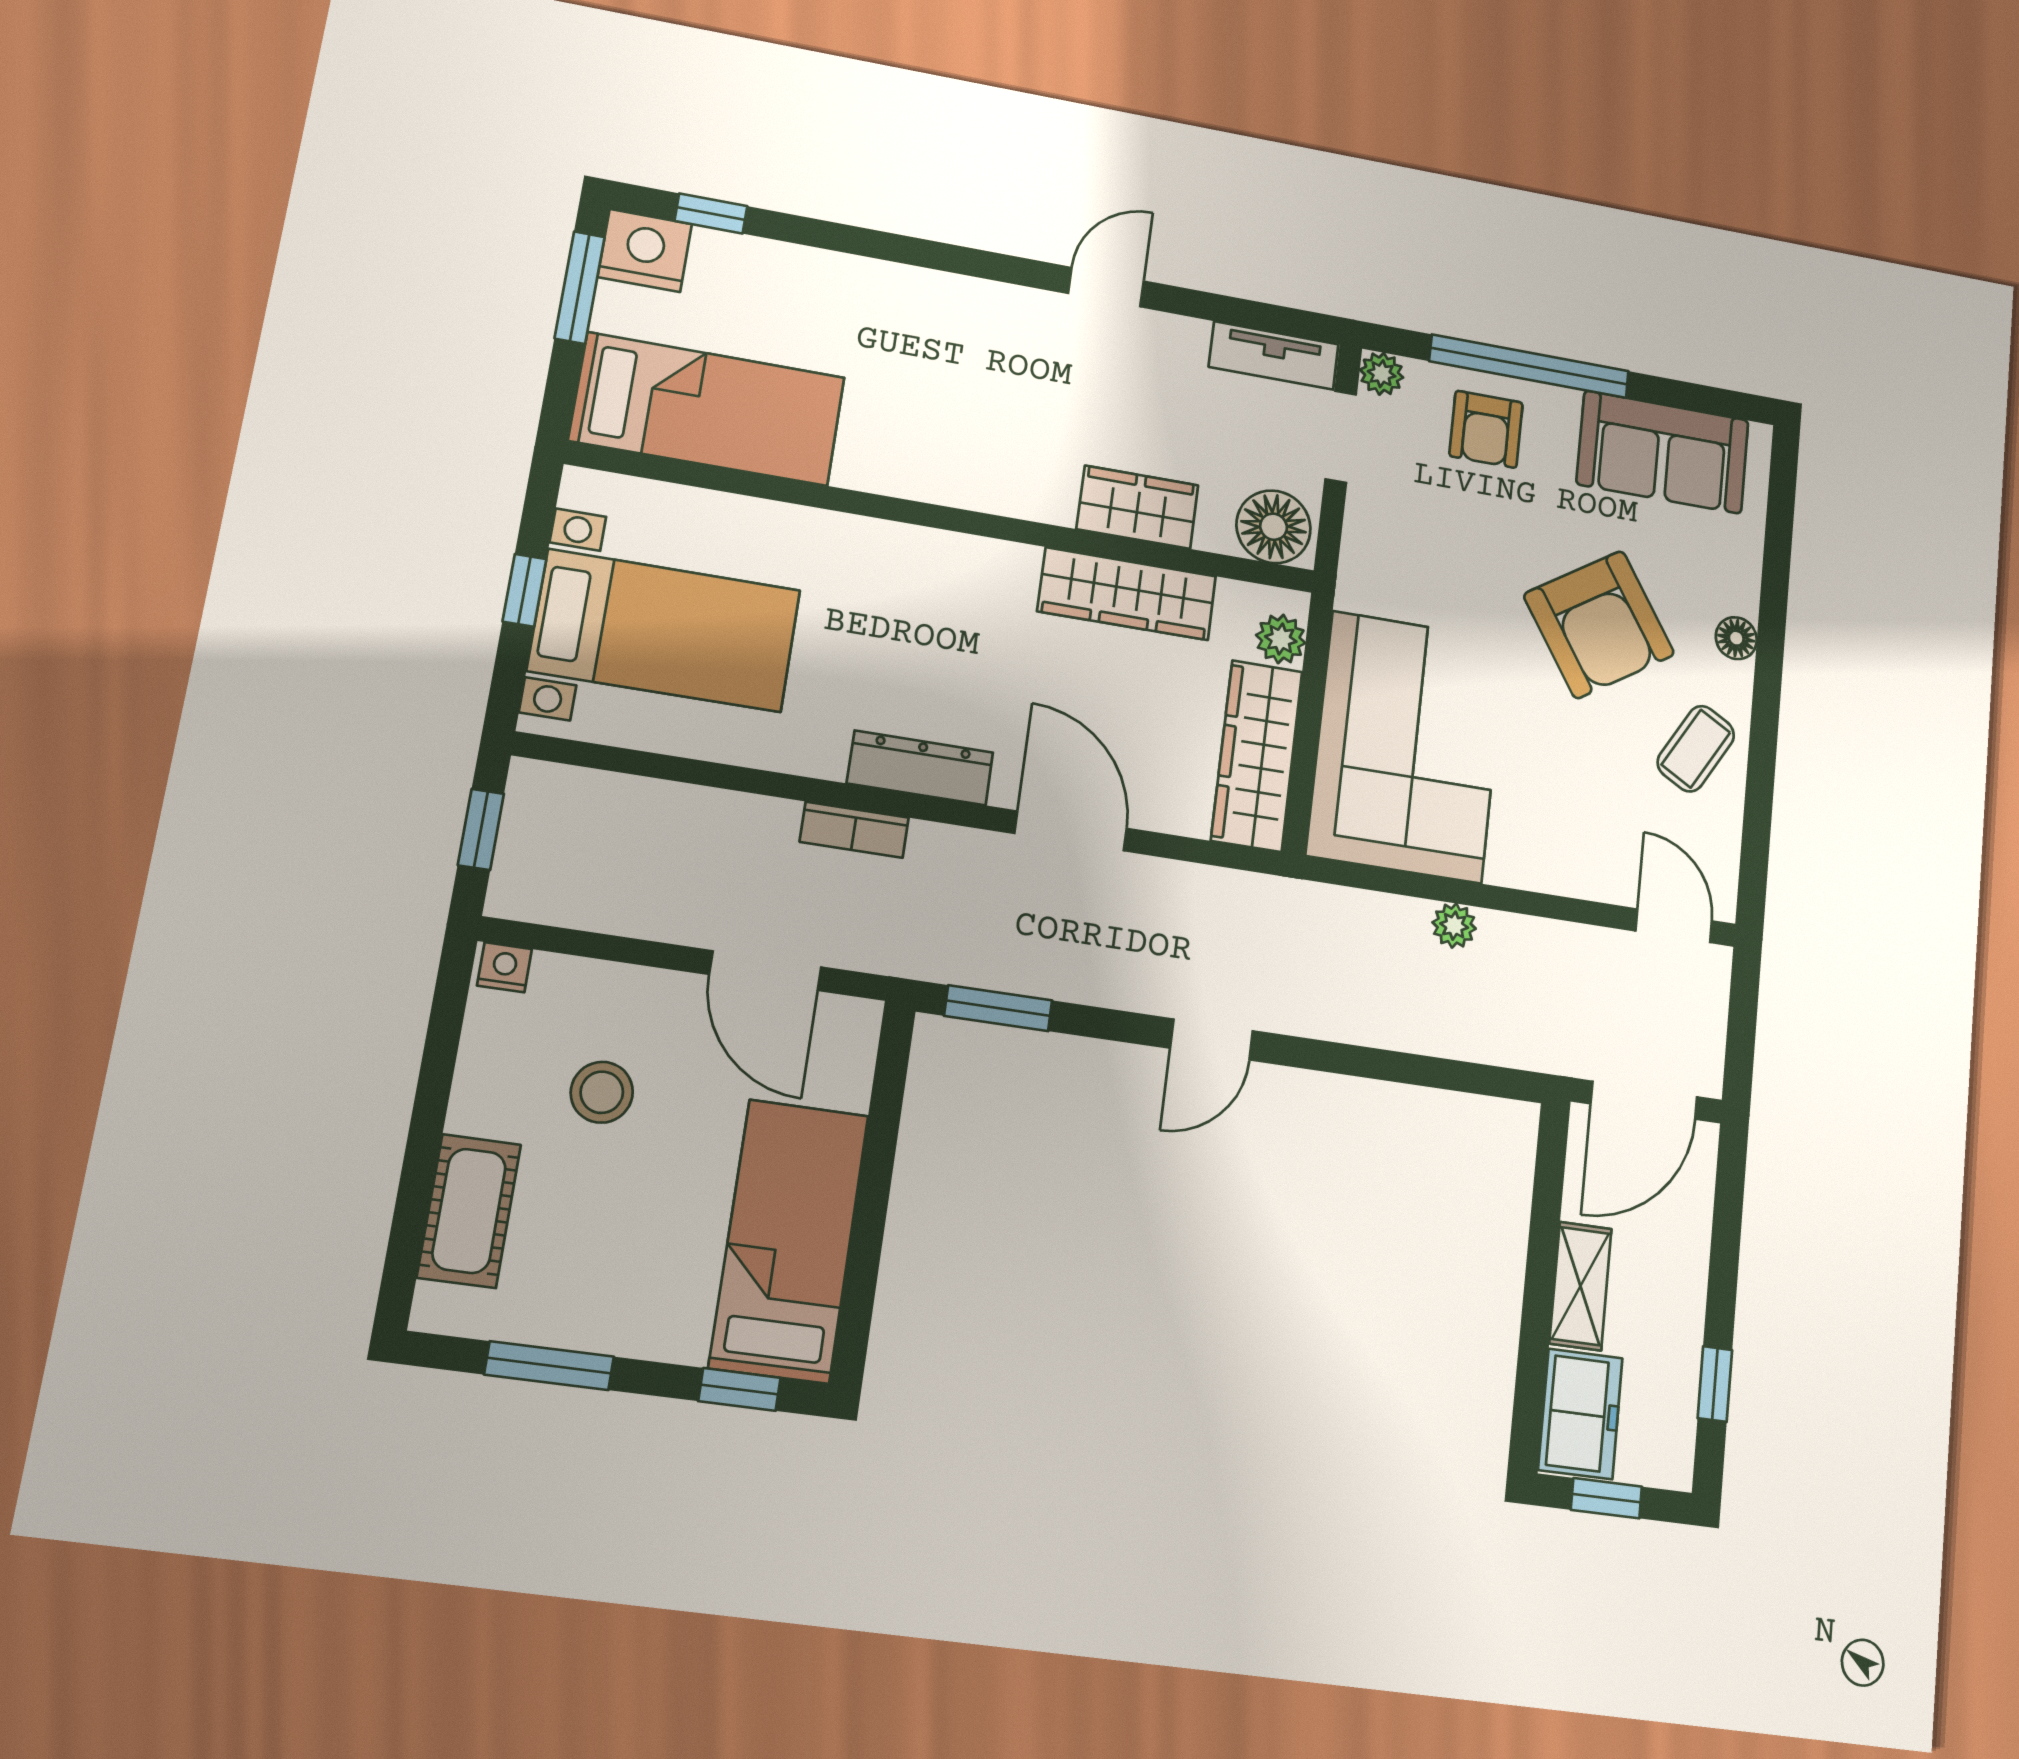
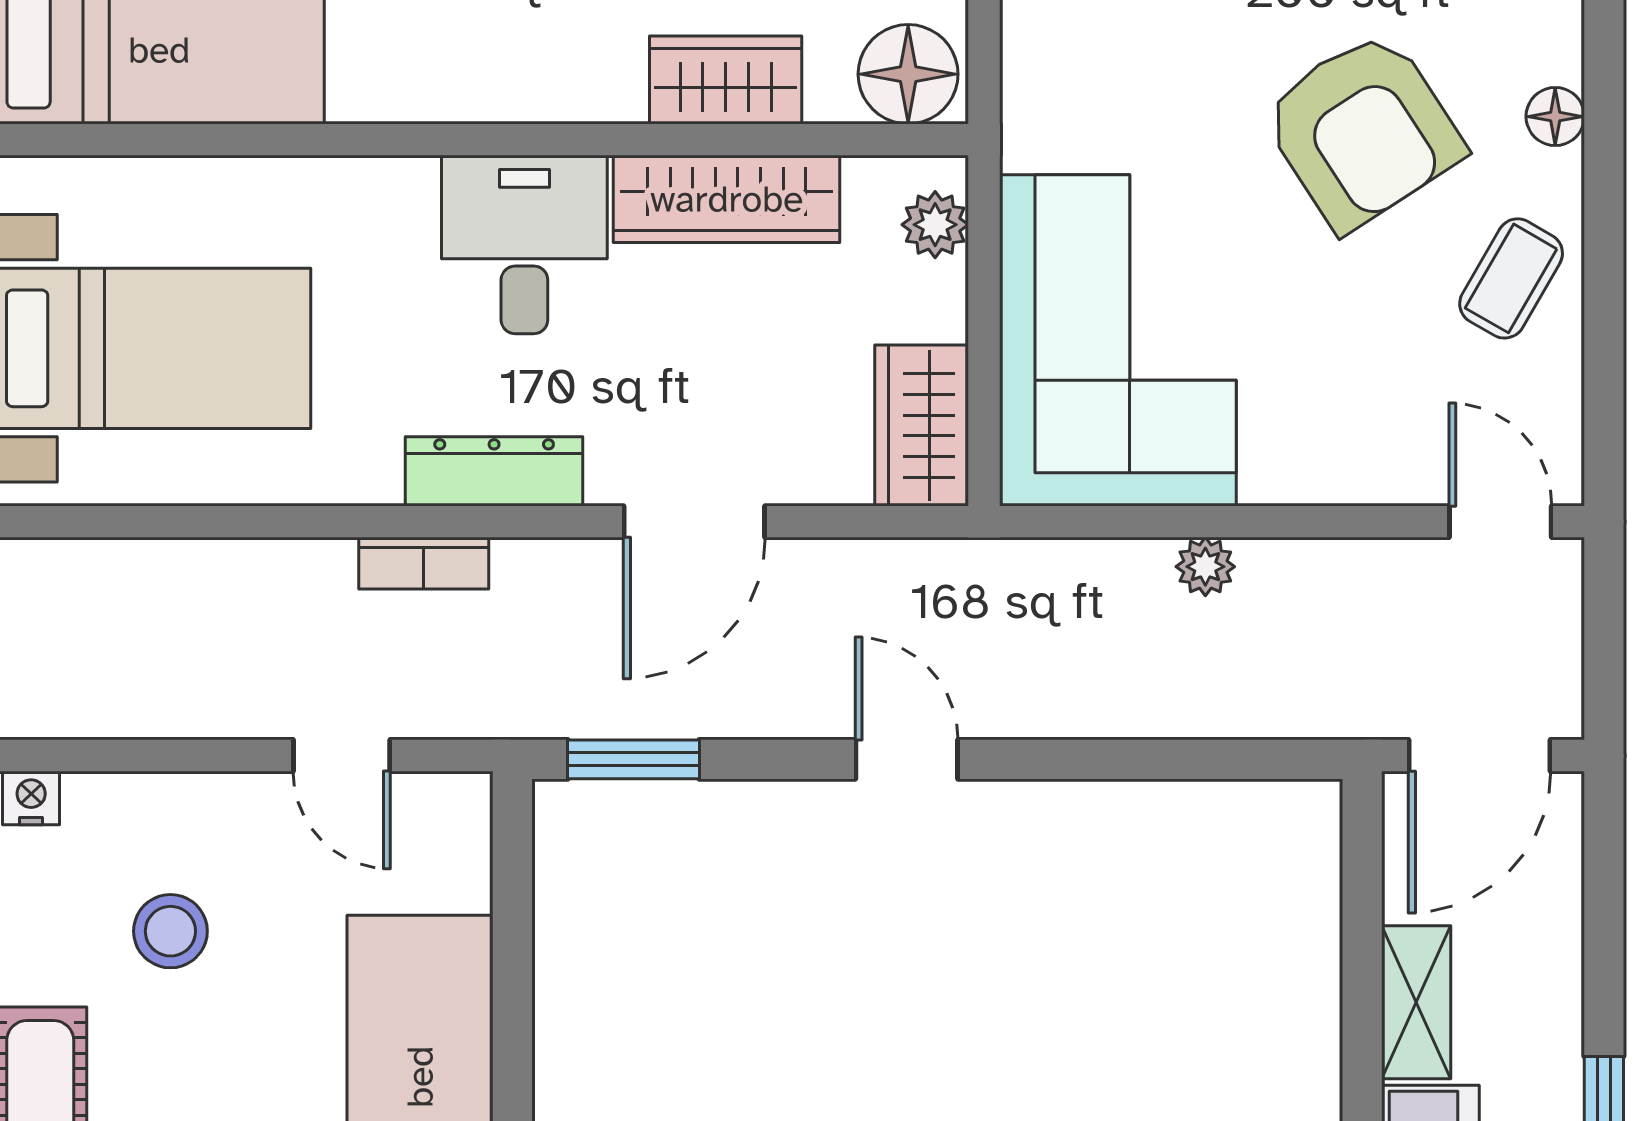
desk: (968, 601) -> (524, 245), added
wardrobe: (1257, 756) -> (922, 425), width x0.67
door: (1071, 831) -> (694, 522), swing flipped
door: (765, 971) -> (342, 756), width x0.73
door: (1212, 1040) -> (907, 759), swing flipped

